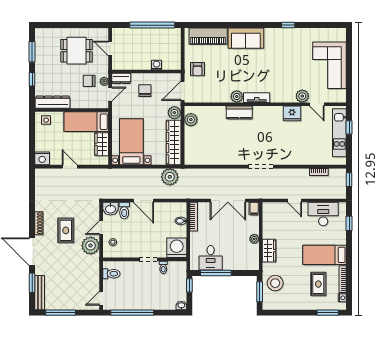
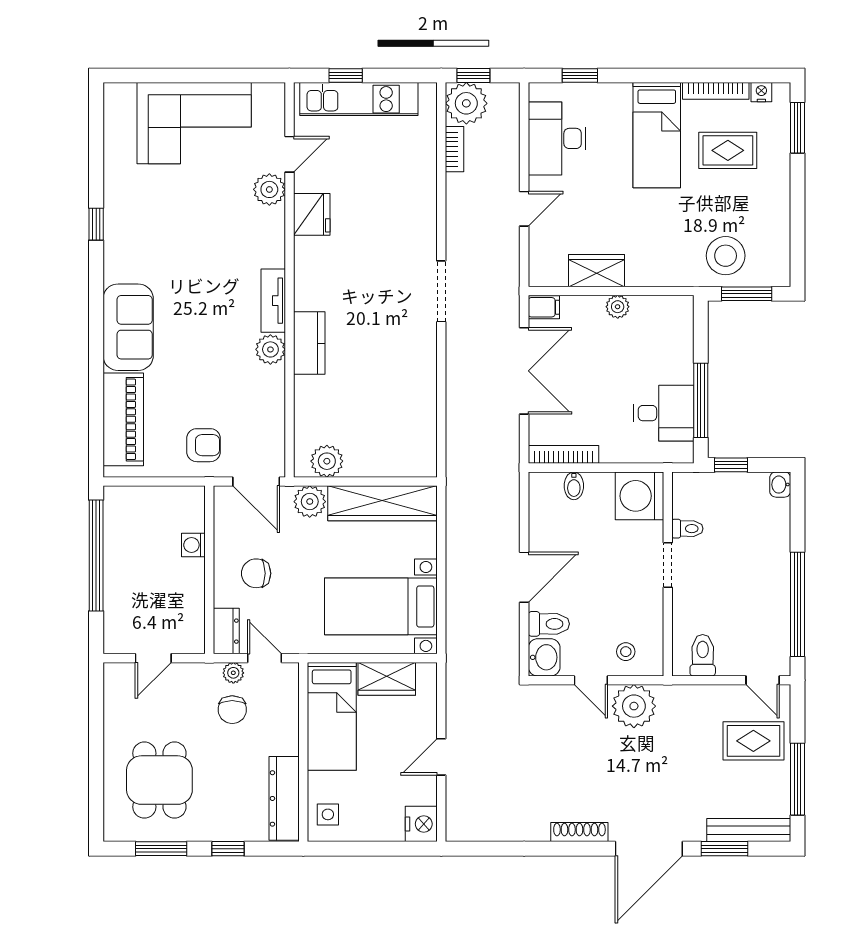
dining table: (76, 51) -> (159, 780), moved
plant: (170, 177) -> (466, 103), moved
rug: (66, 230) -> (753, 741), moved
wardrobe: (269, 251) -> (597, 271), moved

